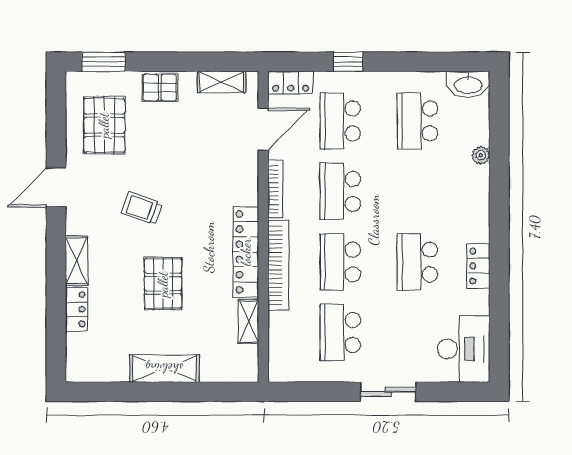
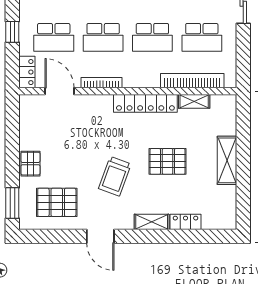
shelving: (221, 82) -> (26, 121), removed
trolley: (142, 208) -> (115, 176), width x1.36, depth x1.39
bookcase: (278, 265) -> (192, 81), moved

